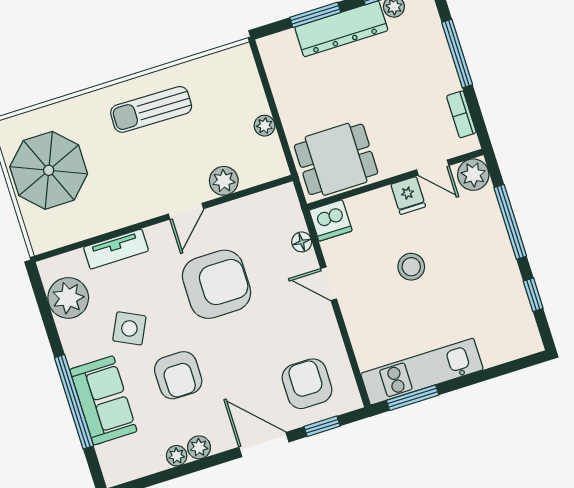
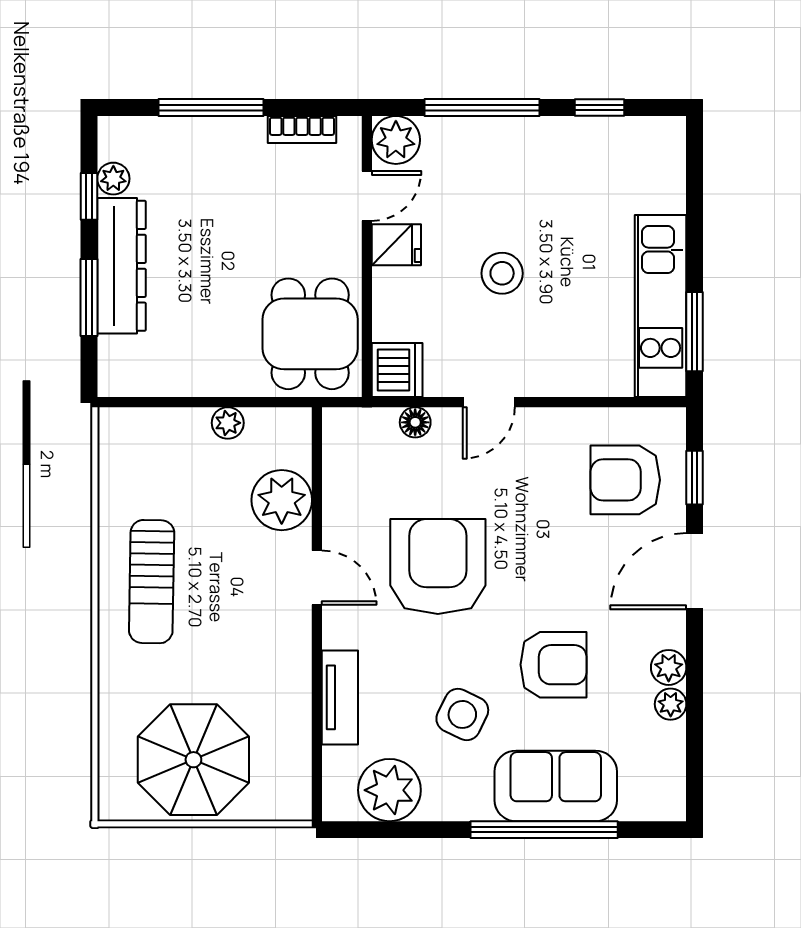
plant: (224, 181) -> (282, 500), width x1.36, depth x1.36

